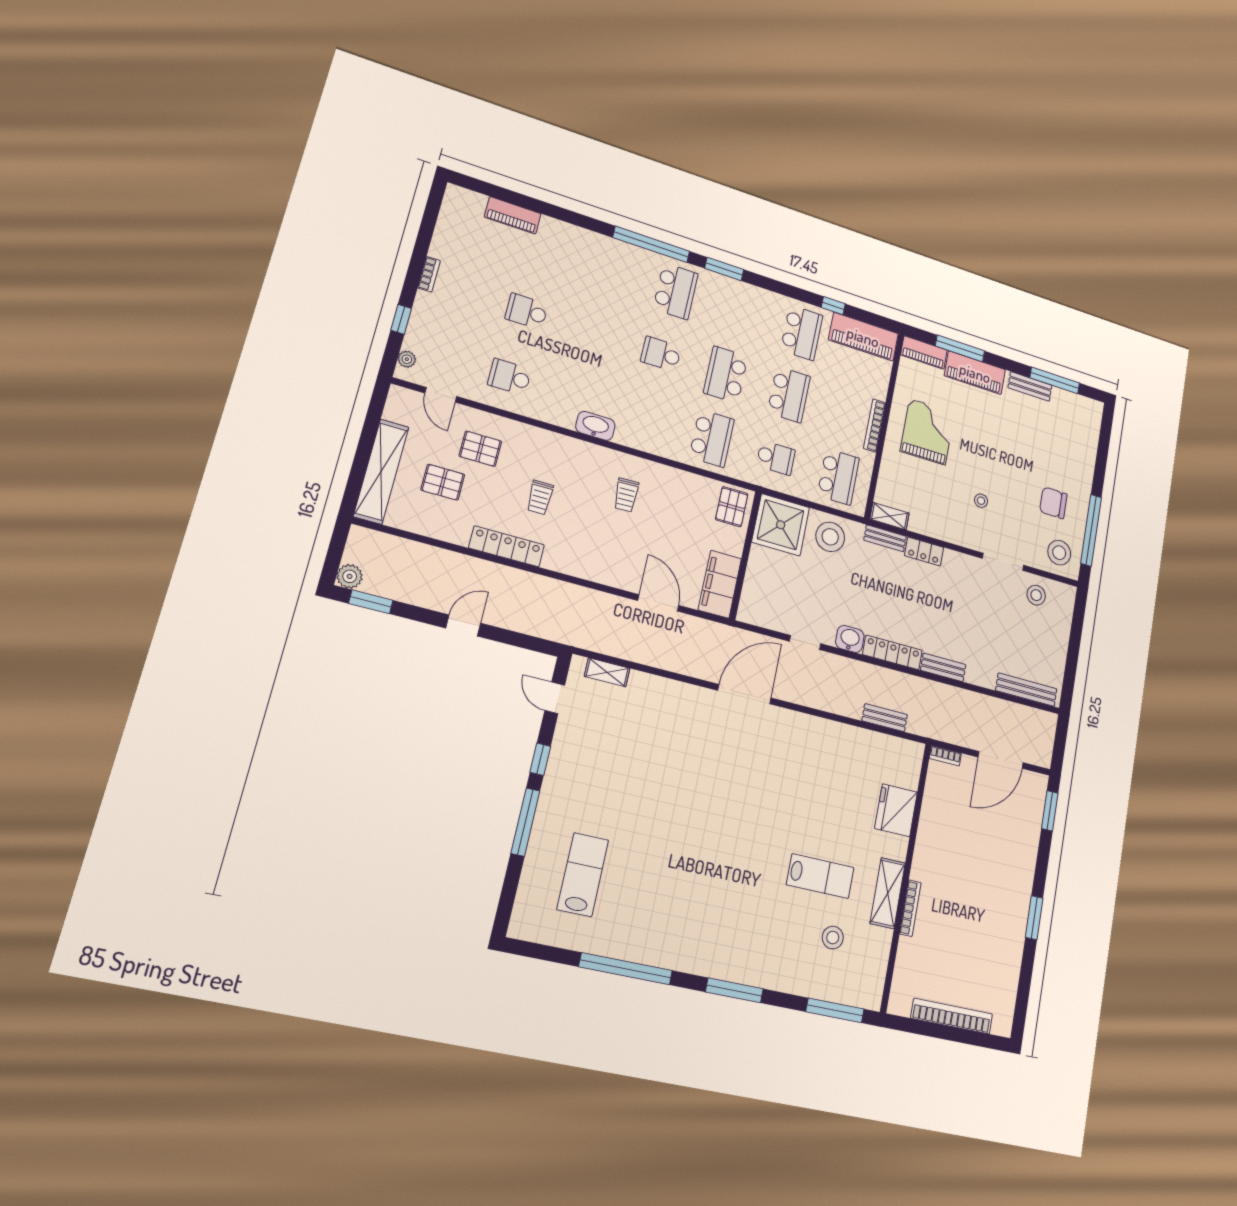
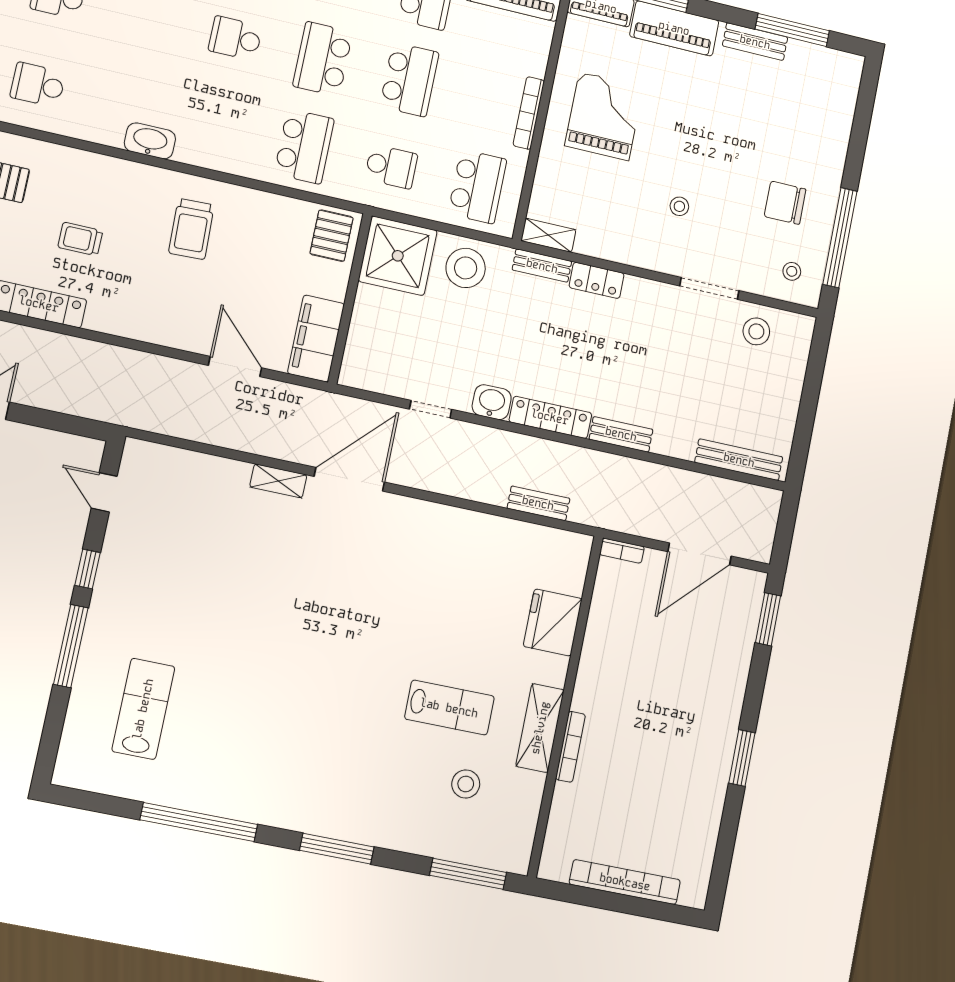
trolley: (626, 495) -> (191, 229), width x1.36, depth x1.39
trolley: (540, 497) -> (80, 239), turned 90
stool: (1059, 553) -> (792, 271), width x0.53, depth x0.53
shelving: (607, 672) -> (278, 481), moved

